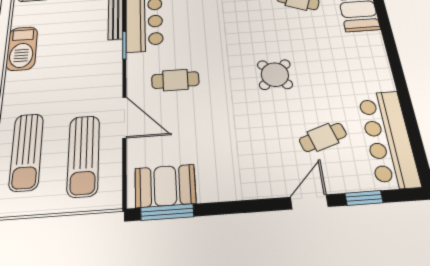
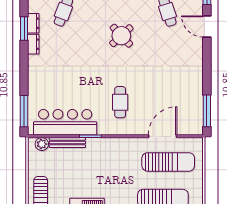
door: (124, 117) -> (163, 136), moved
booth: (165, 186) -> (191, 111), removed

